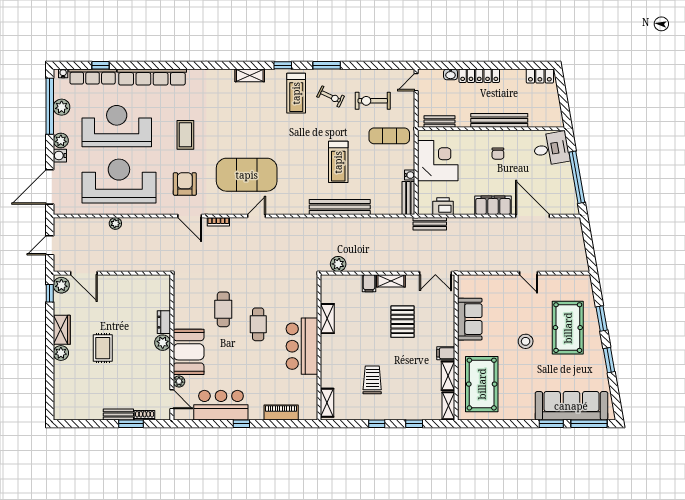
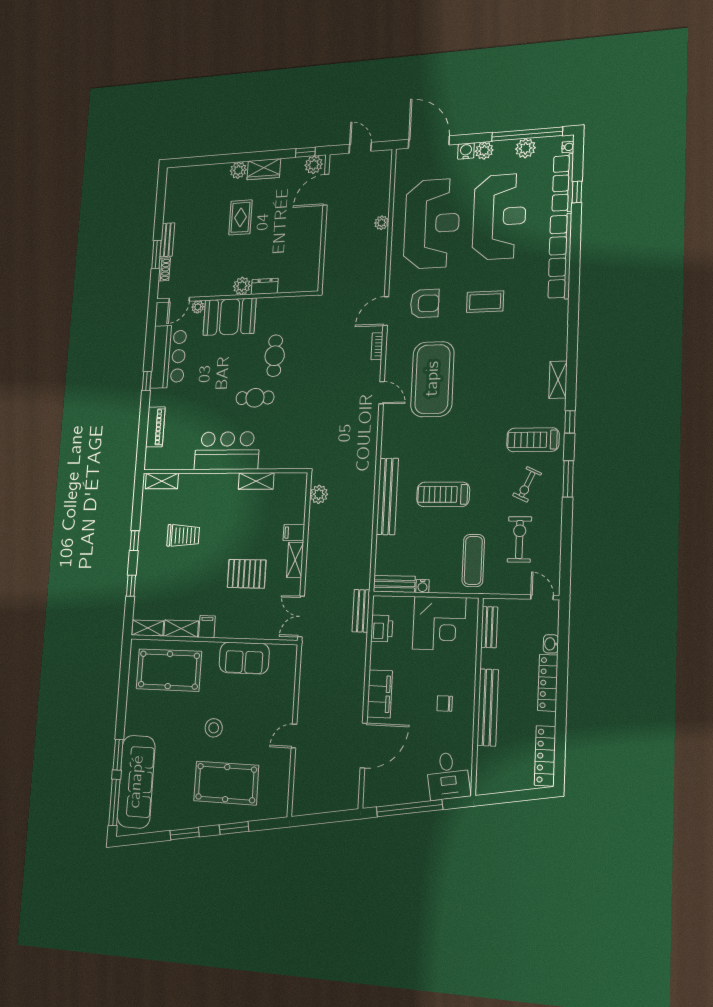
locker: (540, 76) -> (545, 756), width x1.53
cafe table: (223, 309) -> (275, 356), turned 90
rug: (103, 348) -> (240, 217), turned 90

